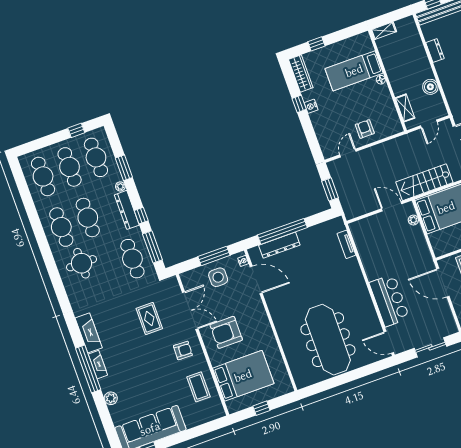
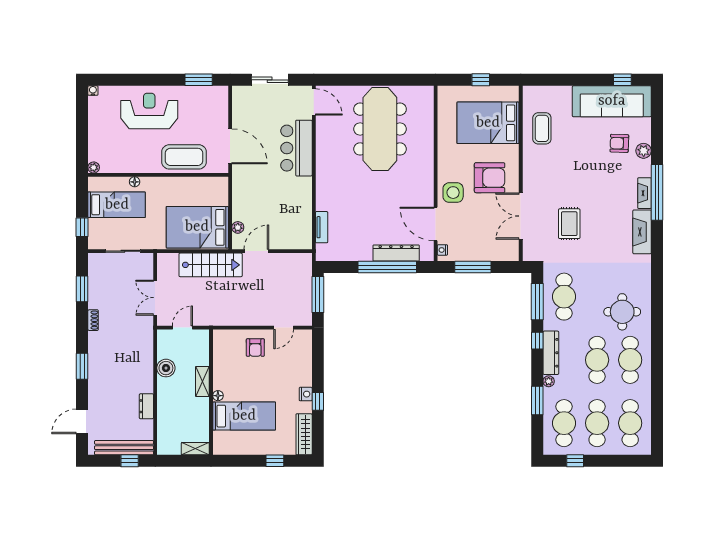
shelving: (405, 108) -> (202, 381), moved
window: (330, 189) -> (318, 295), width x1.44
door: (392, 206) -> (256, 251), swing flipped
side table: (218, 277) -> (453, 193), moved
armchair: (183, 350) -> (619, 143), moved

